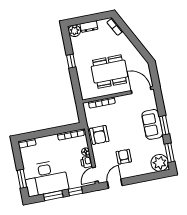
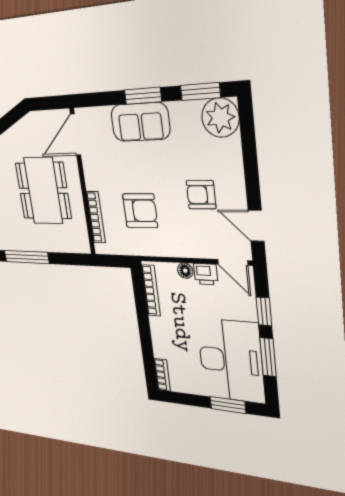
window: (71, 61) -> (27, 257), width x2.17
armchair: (99, 135) -> (140, 211), moved

